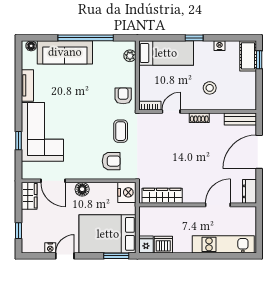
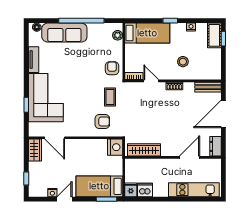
door: (171, 111) -> (151, 81), hinge flipped
floor lamp: (82, 189) -> (78, 145), removed
bed: (108, 234) -> (99, 186), width x0.67

